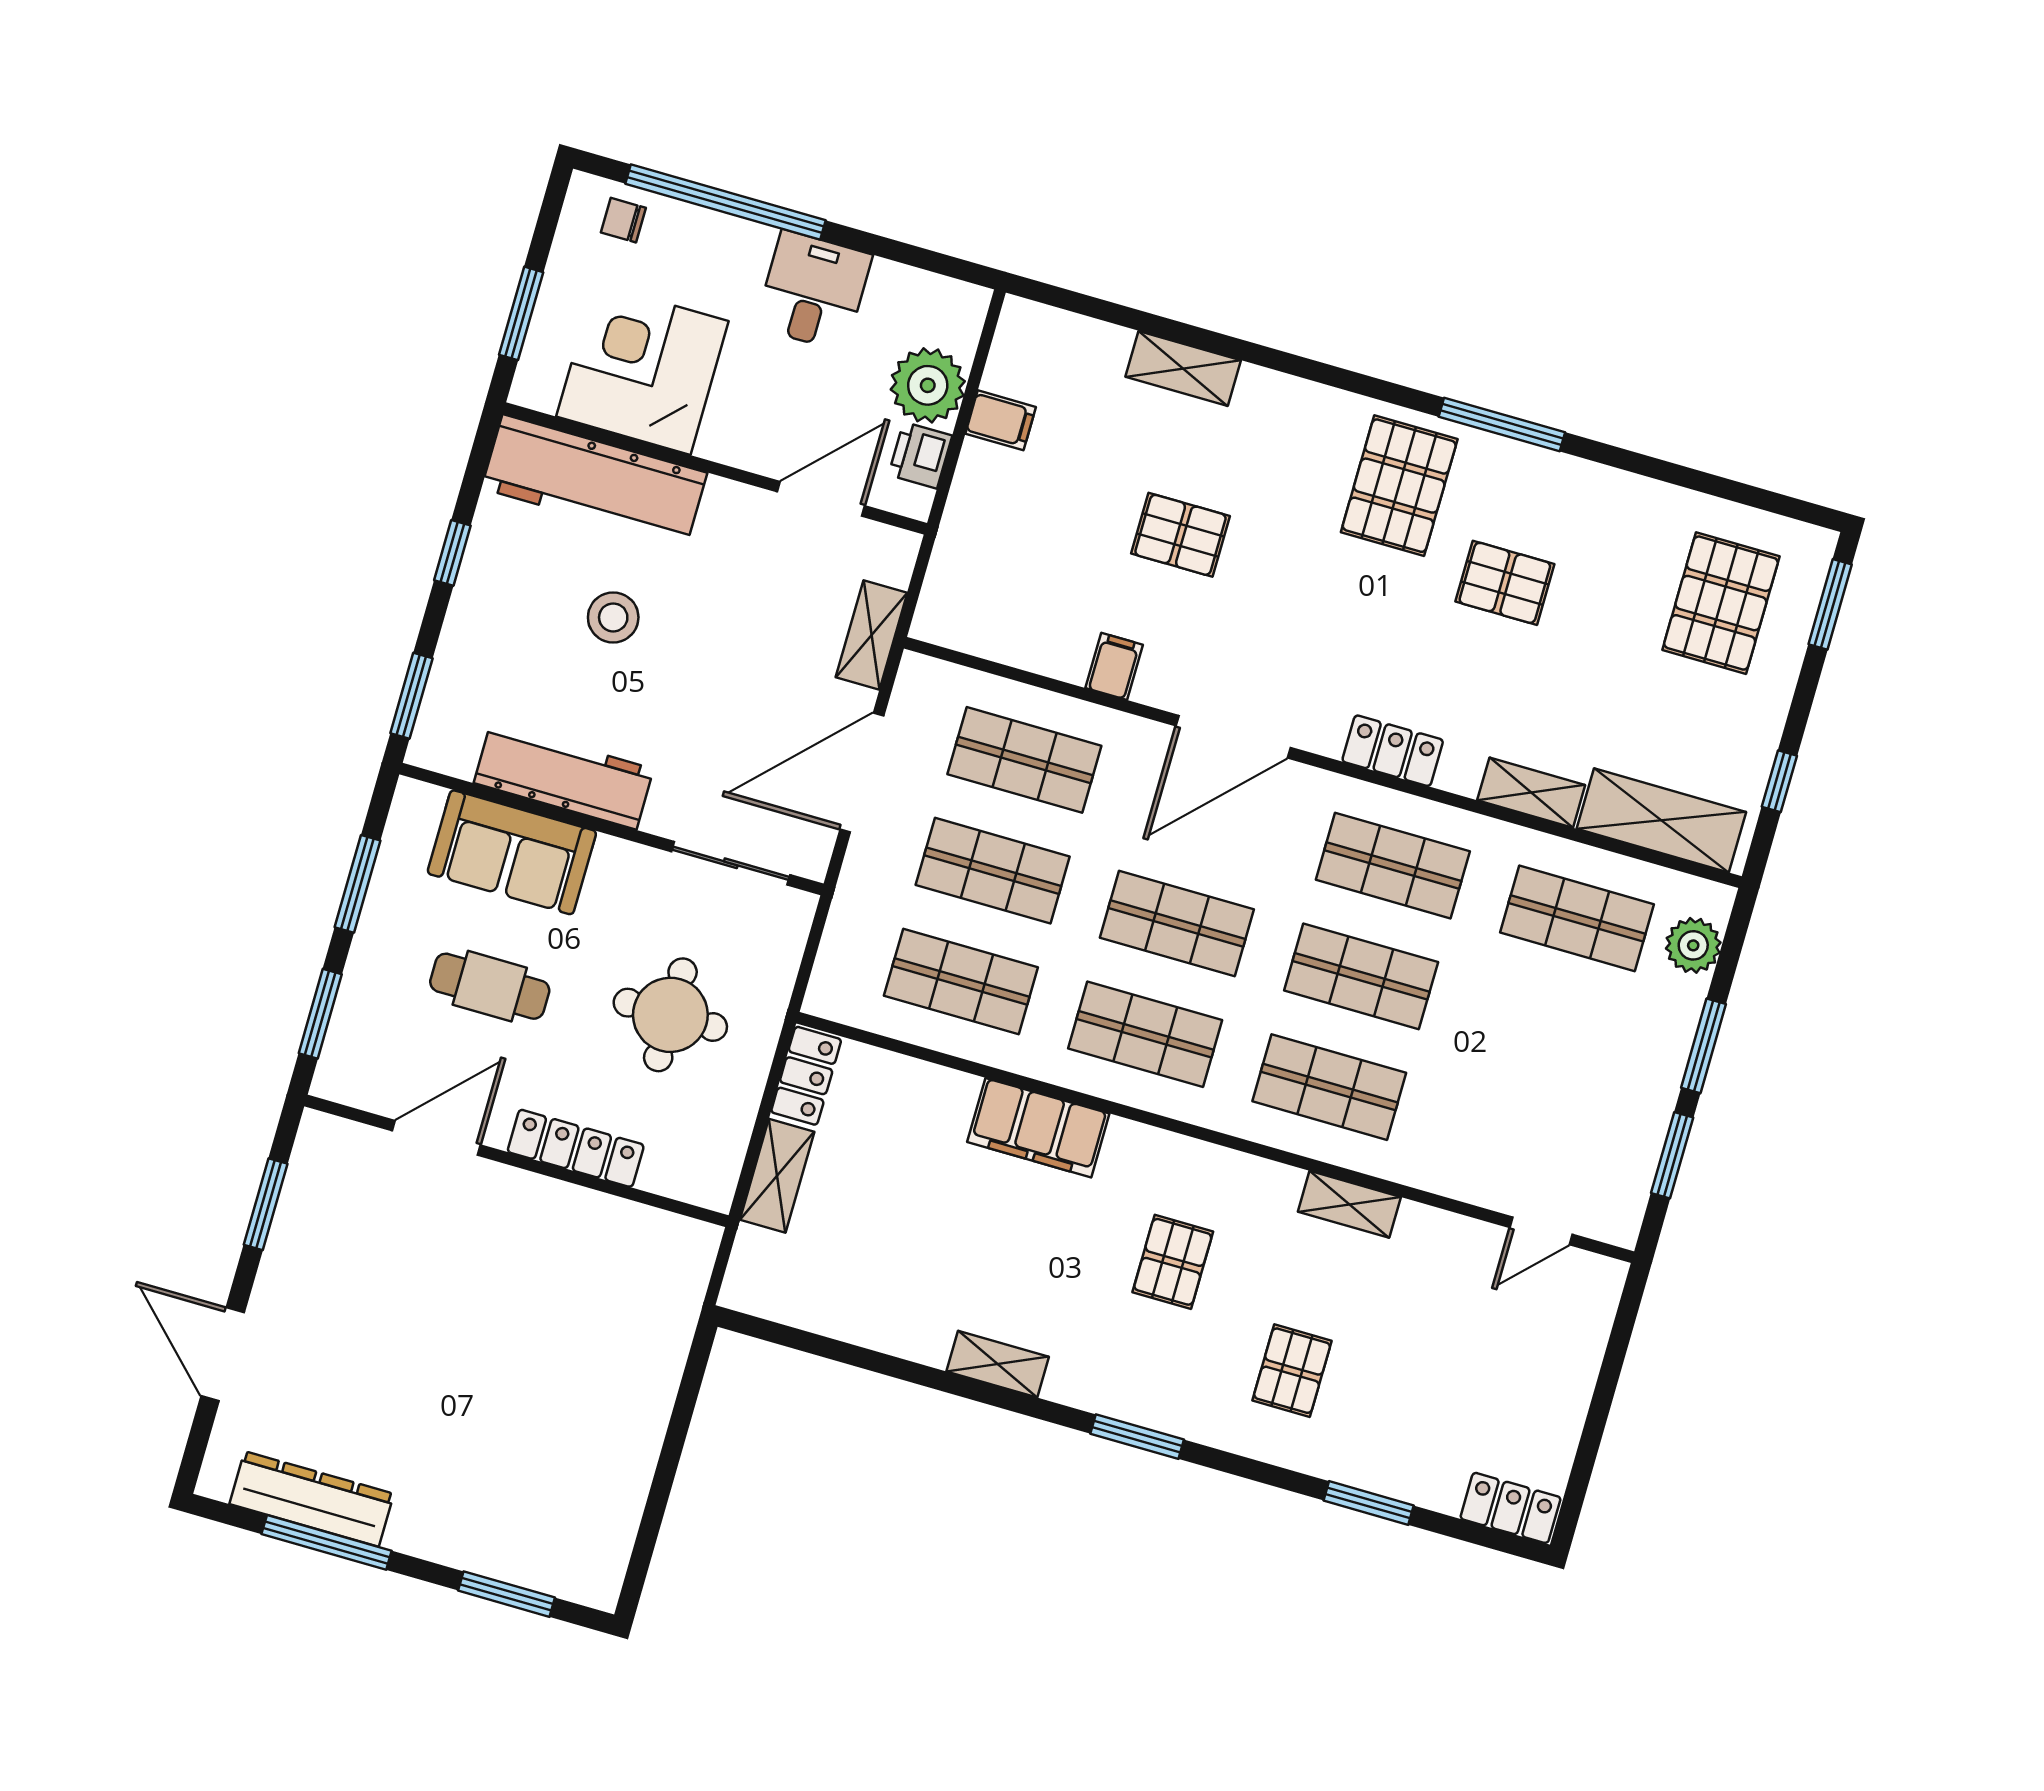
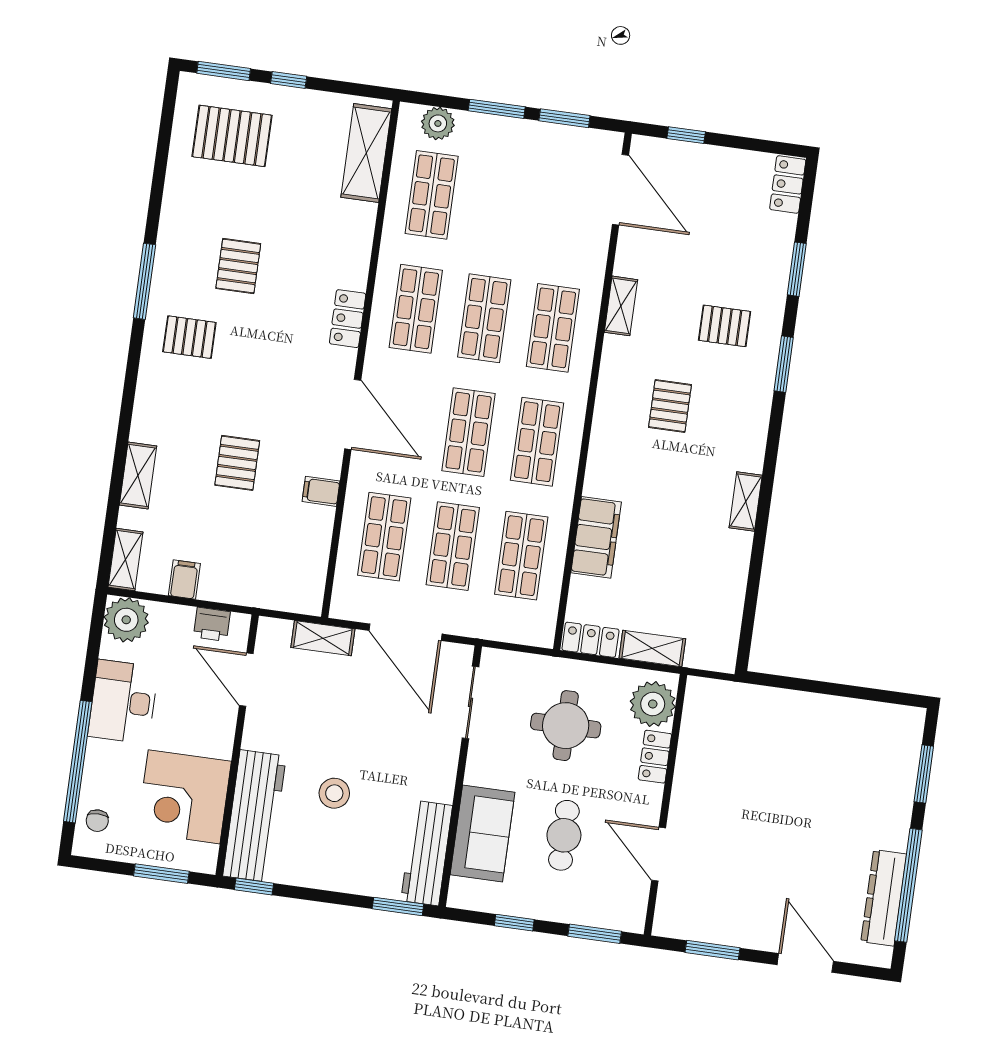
desk: (813, 291) -> (123, 702), width x1.37
plant: (928, 385) -> (126, 620), moved
pallet: (1399, 486) -> (189, 337), width x0.67, depth x0.71
window: (452, 553) -> (254, 886), moved
workbench: (564, 776) -> (427, 853), moved
window: (1779, 781) -> (289, 80), moved
shelving: (1531, 793) -> (125, 560), moved
window: (357, 884) -> (514, 923), width x0.67
filing cabinet: (1038, 1128) -> (596, 537), moved
locker: (576, 1148) -> (655, 757), width x0.66
plant: (685, 1163) -> (653, 704), added
door: (1541, 1231) -> (620, 190), width x1.88
pallet: (1173, 1262) -> (670, 406), turned 90
window: (1616, 1352) -> (686, 135), added
door: (223, 1354) -> (805, 963), swing flipped
window: (1137, 1437) -> (784, 364), moved
window: (327, 1542) -> (908, 885), width x1.46

